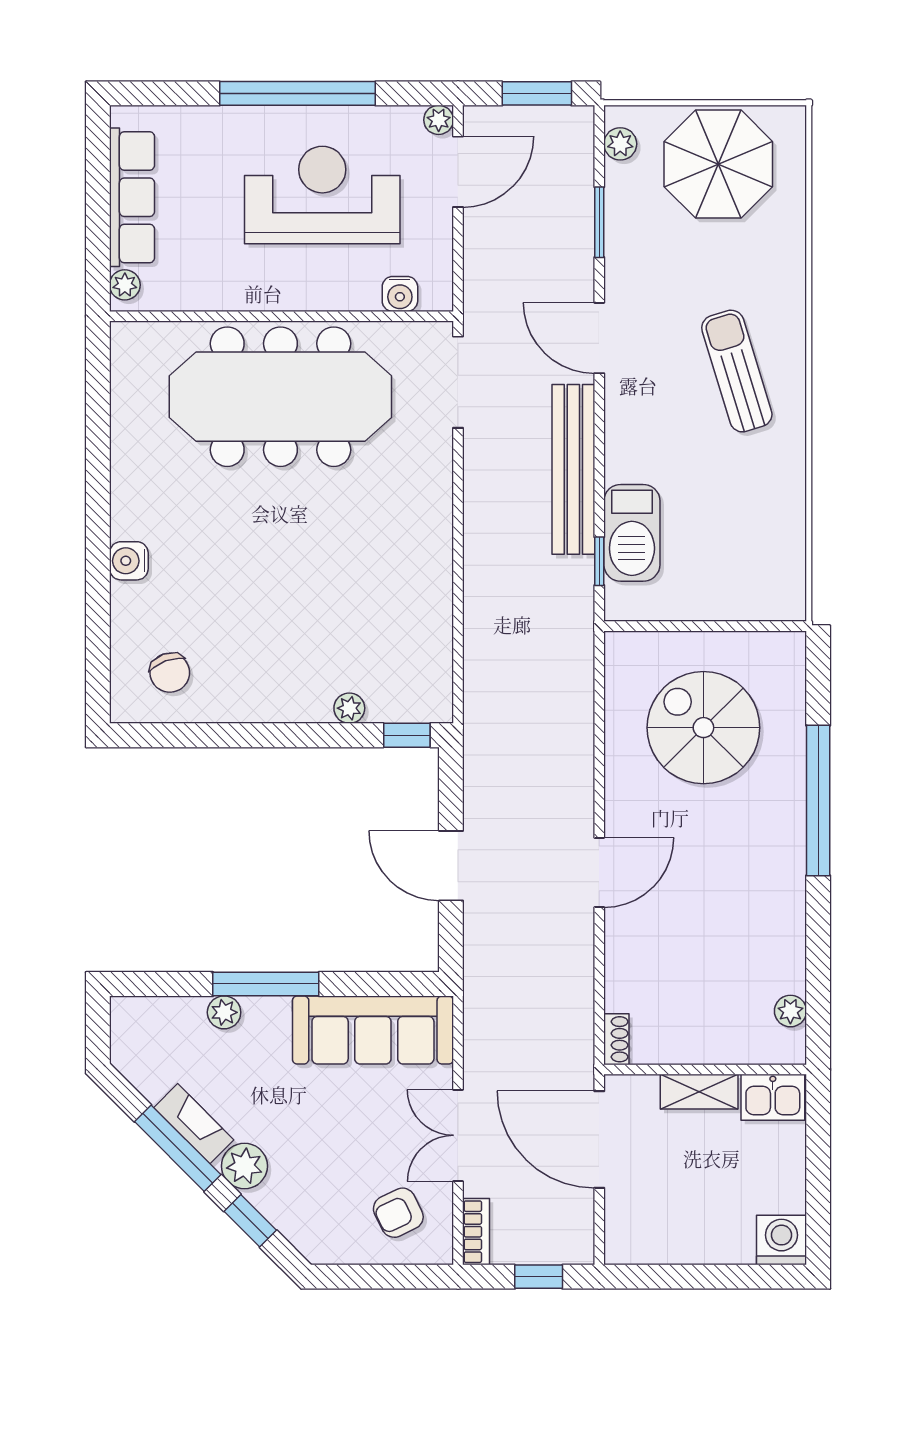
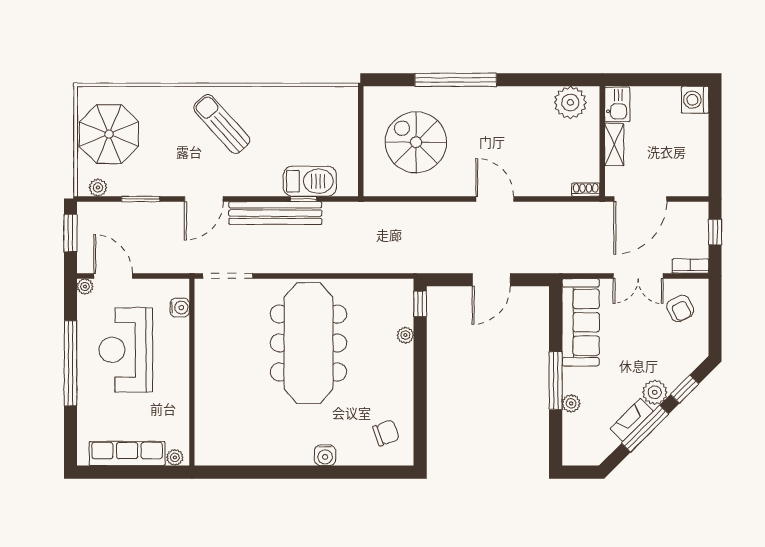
sun lounger: (737, 371) -> (222, 124), turned 65
meeting table: (280, 397) -> (308, 343), moved
window: (599, 561) -> (304, 199), moved
spiral stairs: (703, 728) -> (416, 142), turned 90
plant: (790, 1011) -> (570, 102), width x1.88, depth x1.88

